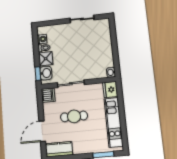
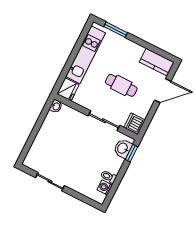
shower: (46, 59) -> (114, 164), removed

